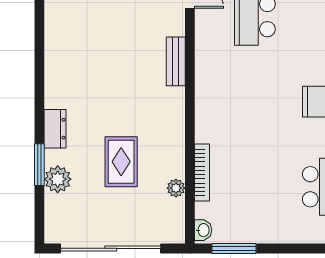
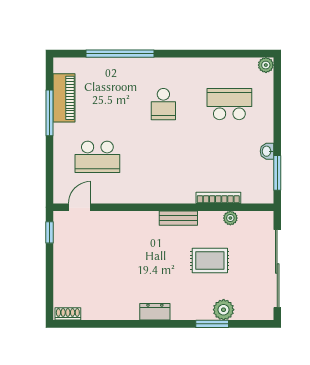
bench: (176, 61) -> (178, 218), moved
dresser: (55, 129) -> (155, 312), moved
washbasin: (203, 230) -> (267, 151), moved, turned -90

